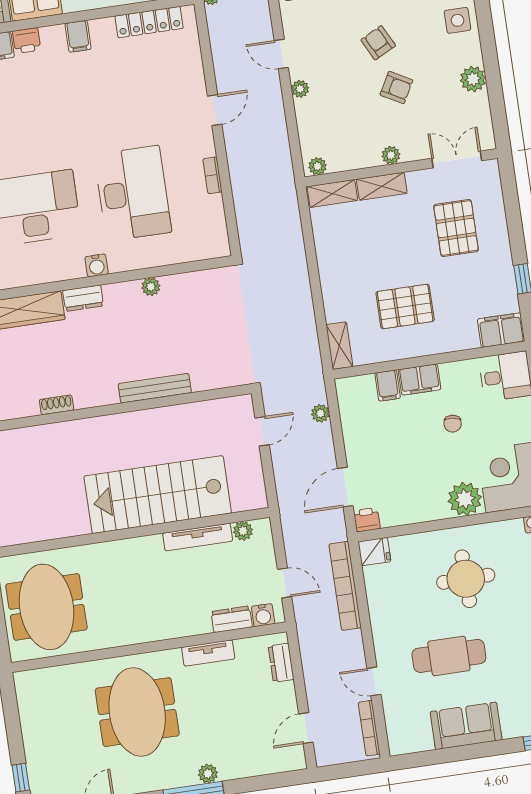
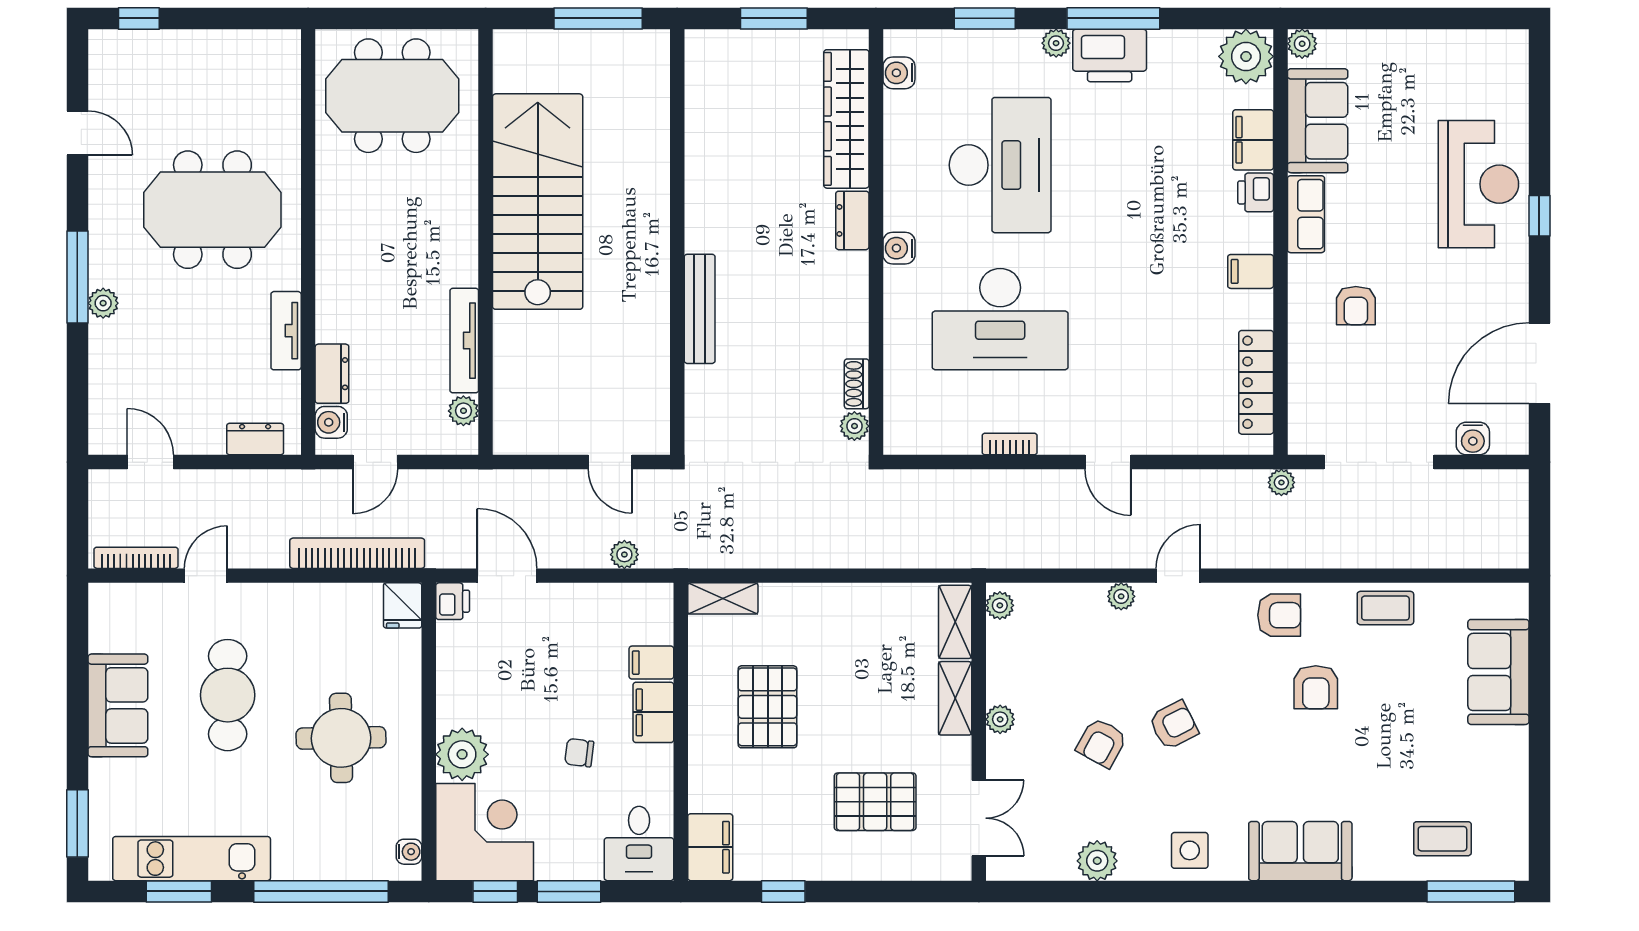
plant: (151, 287) -> (854, 426), moved
shoe rack: (57, 405) -> (857, 384), moved, turned 180
stairs: (158, 495) -> (538, 202), moved

